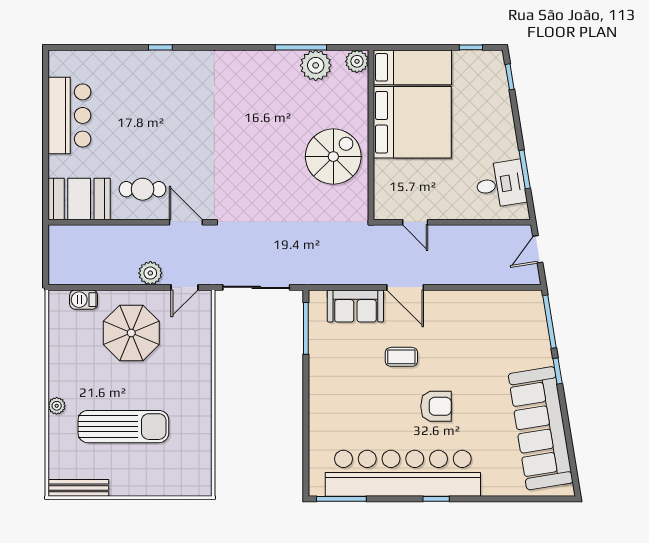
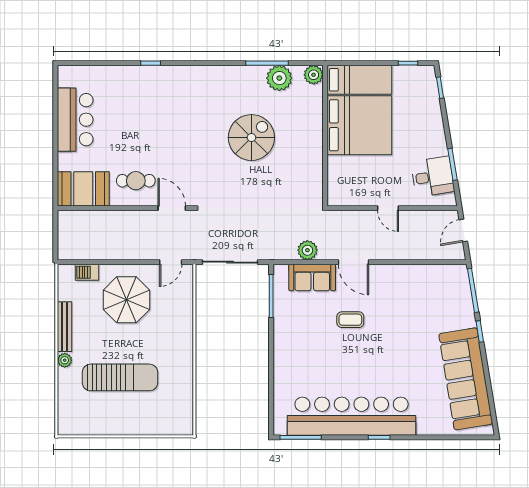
spiral stairs: (333, 157) -> (251, 138), moved
door: (415, 222) -> (388, 208), moved
plant: (150, 273) -> (307, 250), moved
armchair: (436, 406) -> (379, 361), removed
bench: (78, 488) -> (65, 327), moved, turned 90

